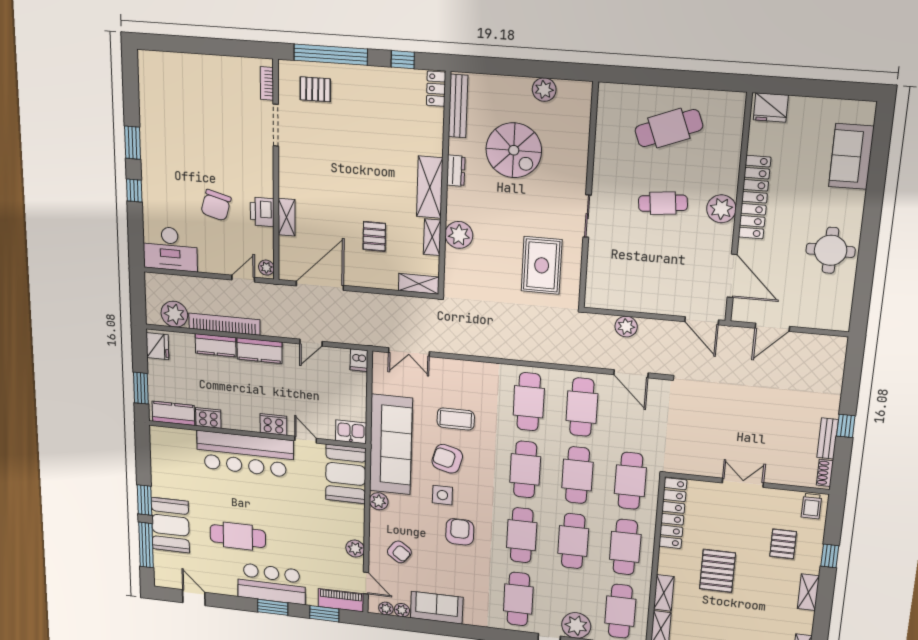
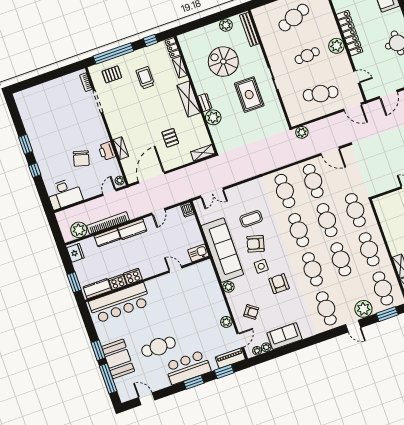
bench: (458, 106) -> (249, 29), moved
trolley: (370, 120) -> (145, 78), added
spiral stairs: (514, 150) -> (223, 62), turned 180
dresser: (456, 171) -> (205, 102), moved
shelving: (432, 237) -> (180, 67), moved
rug: (542, 265) -> (249, 95), moved
cafe table: (657, 276) -> (321, 94), added
door: (732, 276) -> (357, 77), width x0.53
plant: (626, 327) -> (302, 132), moved
cooker: (273, 424) -> (133, 276), moved
bar counter: (245, 454) -> (120, 303), moved
booth: (346, 474) -> (205, 279), removed
locker: (673, 513) -> (385, 218), removed
door: (366, 583) -> (240, 340), hinge flipped

